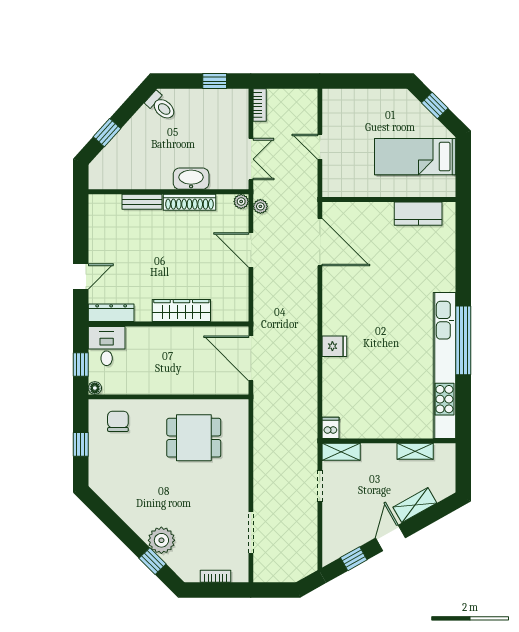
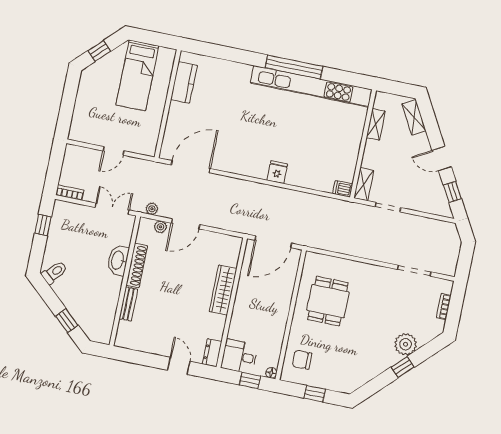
plant: (241, 201) -> (160, 227), moved
dresser: (111, 313) -> (212, 353), width x0.70
shelving: (415, 505) -> (414, 117), moved
window: (153, 561) -> (403, 367), moved

